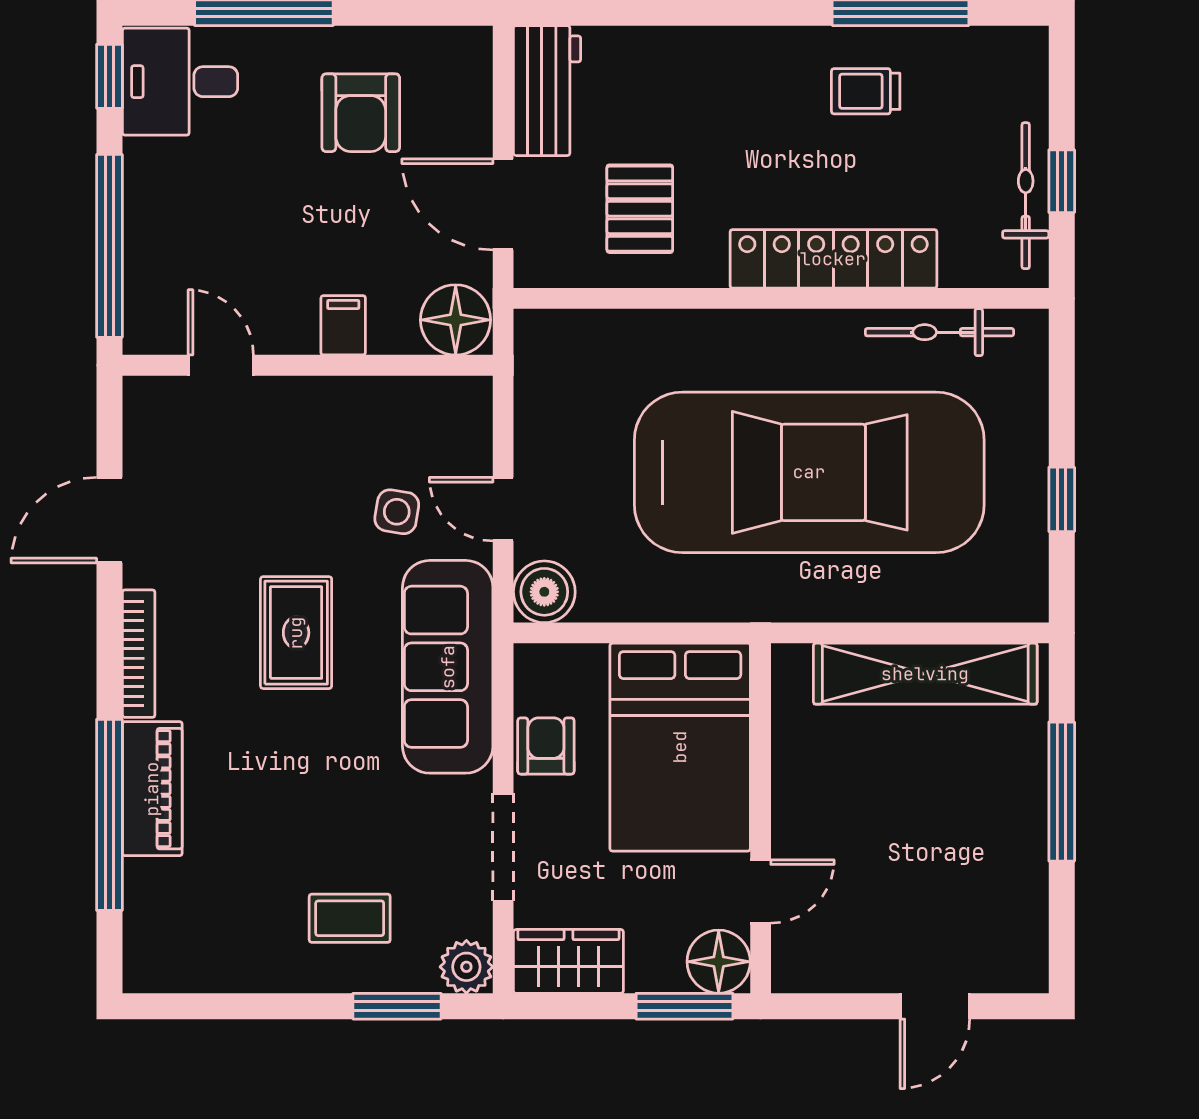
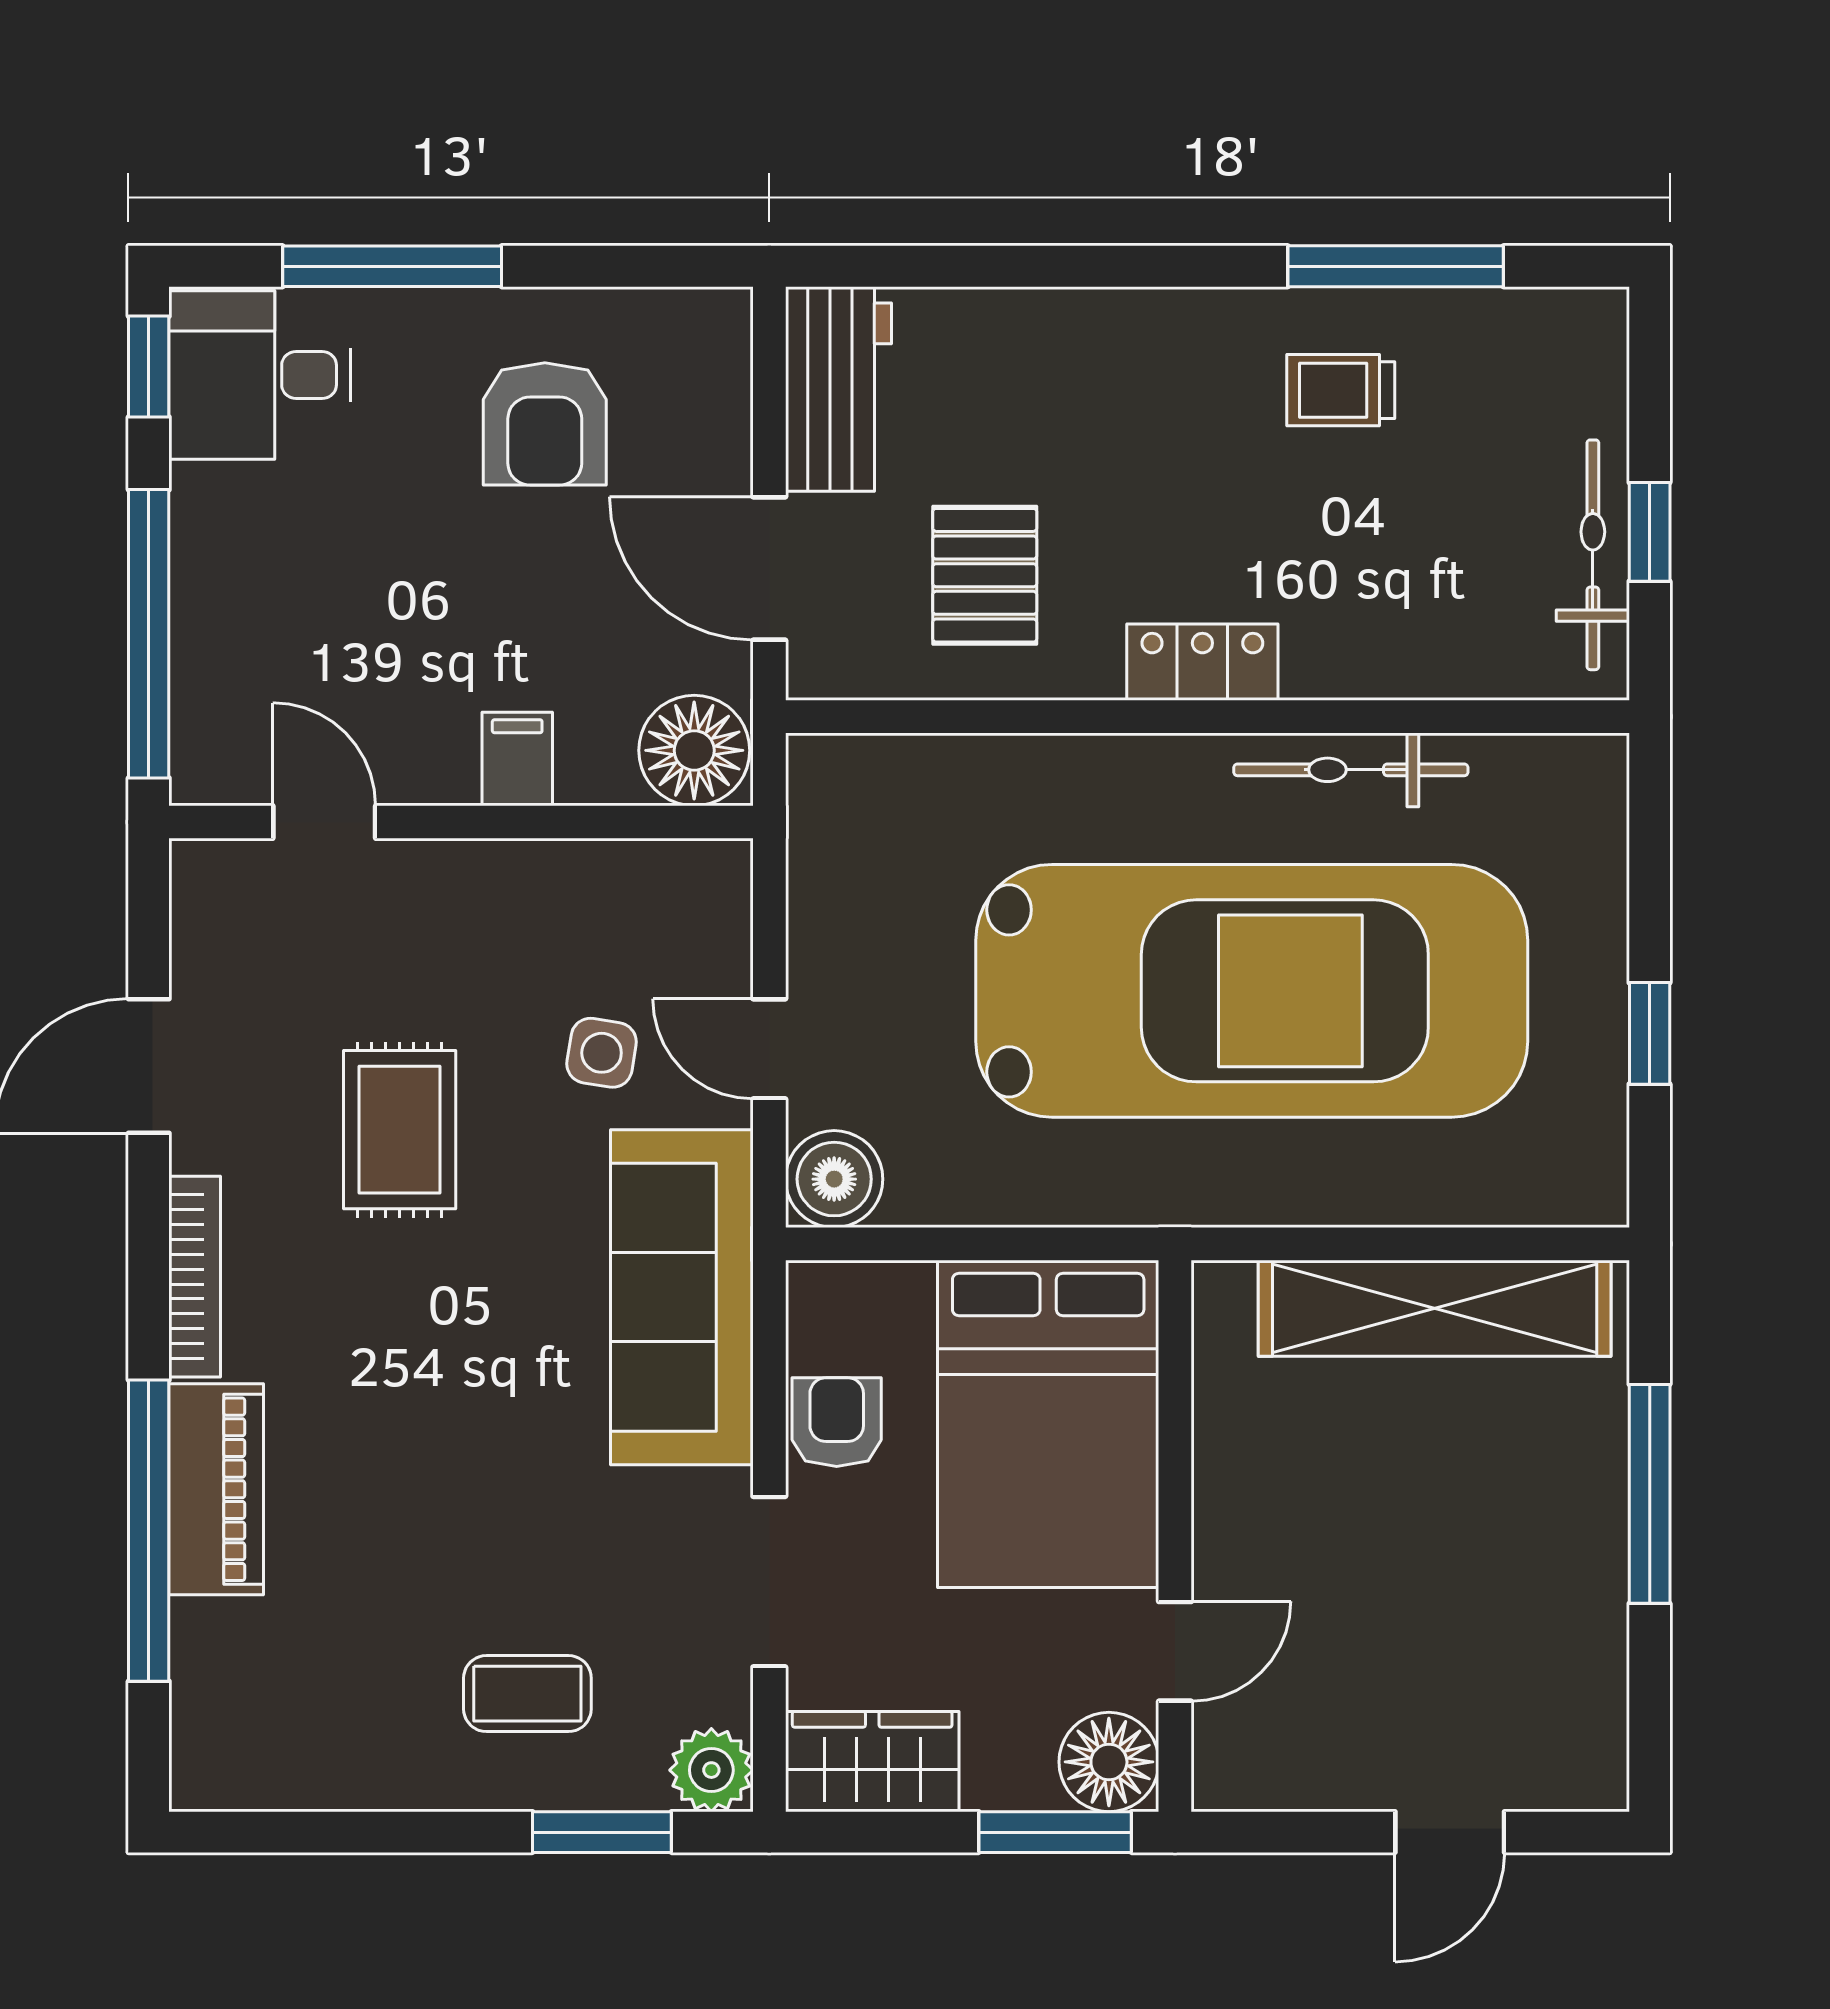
locker: (833, 259) -> (1202, 662), width x0.46, depth x0.83
bicycle: (939, 332) -> (1351, 770), moved
rug: (296, 633) -> (400, 1130), moved

